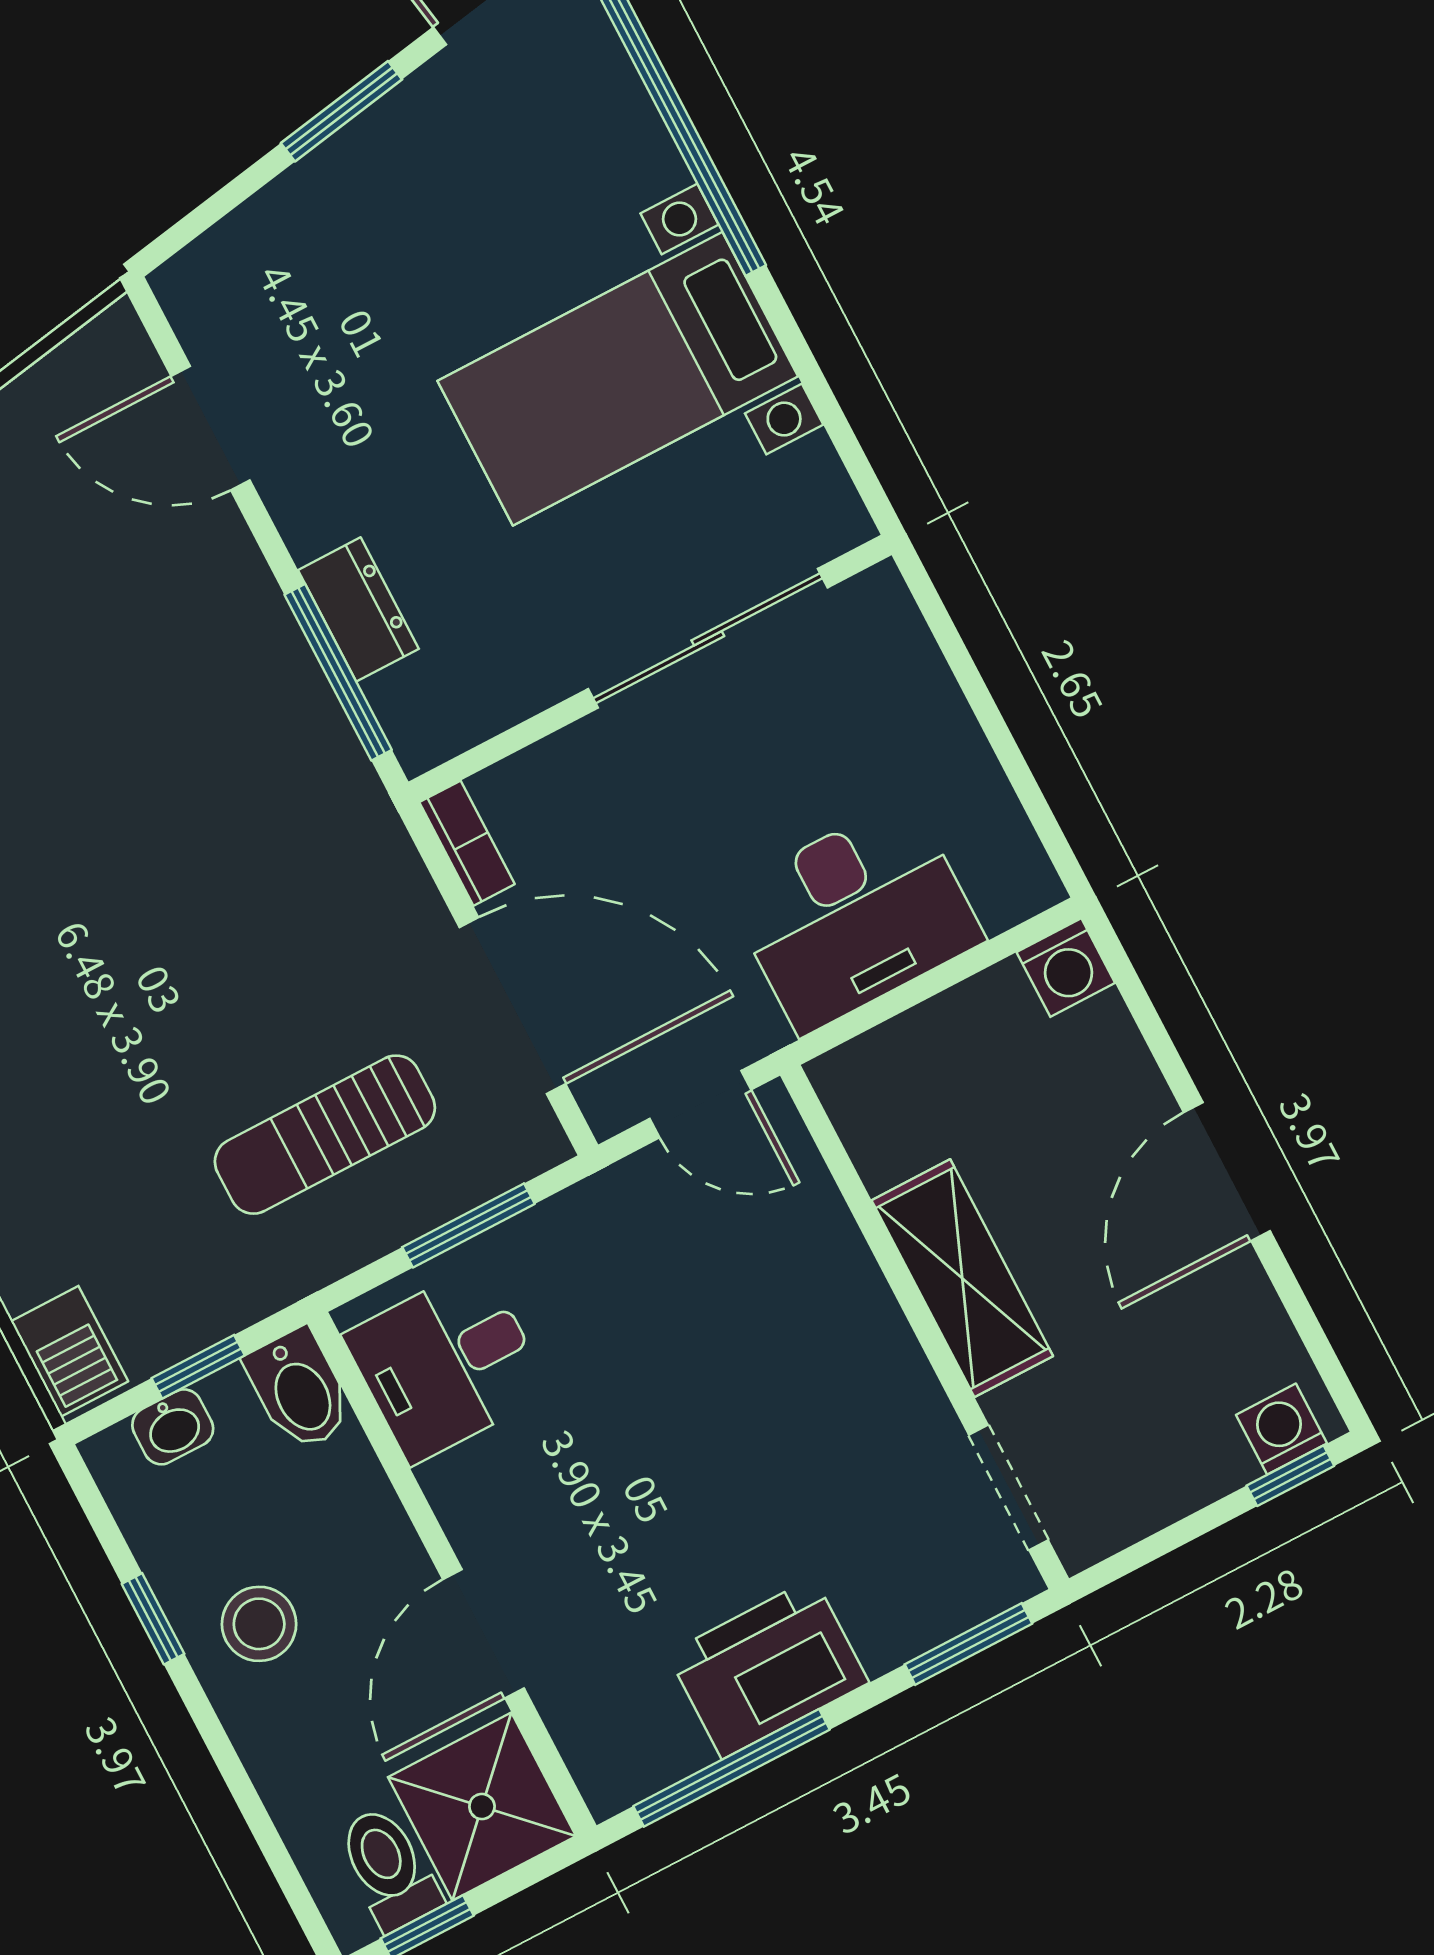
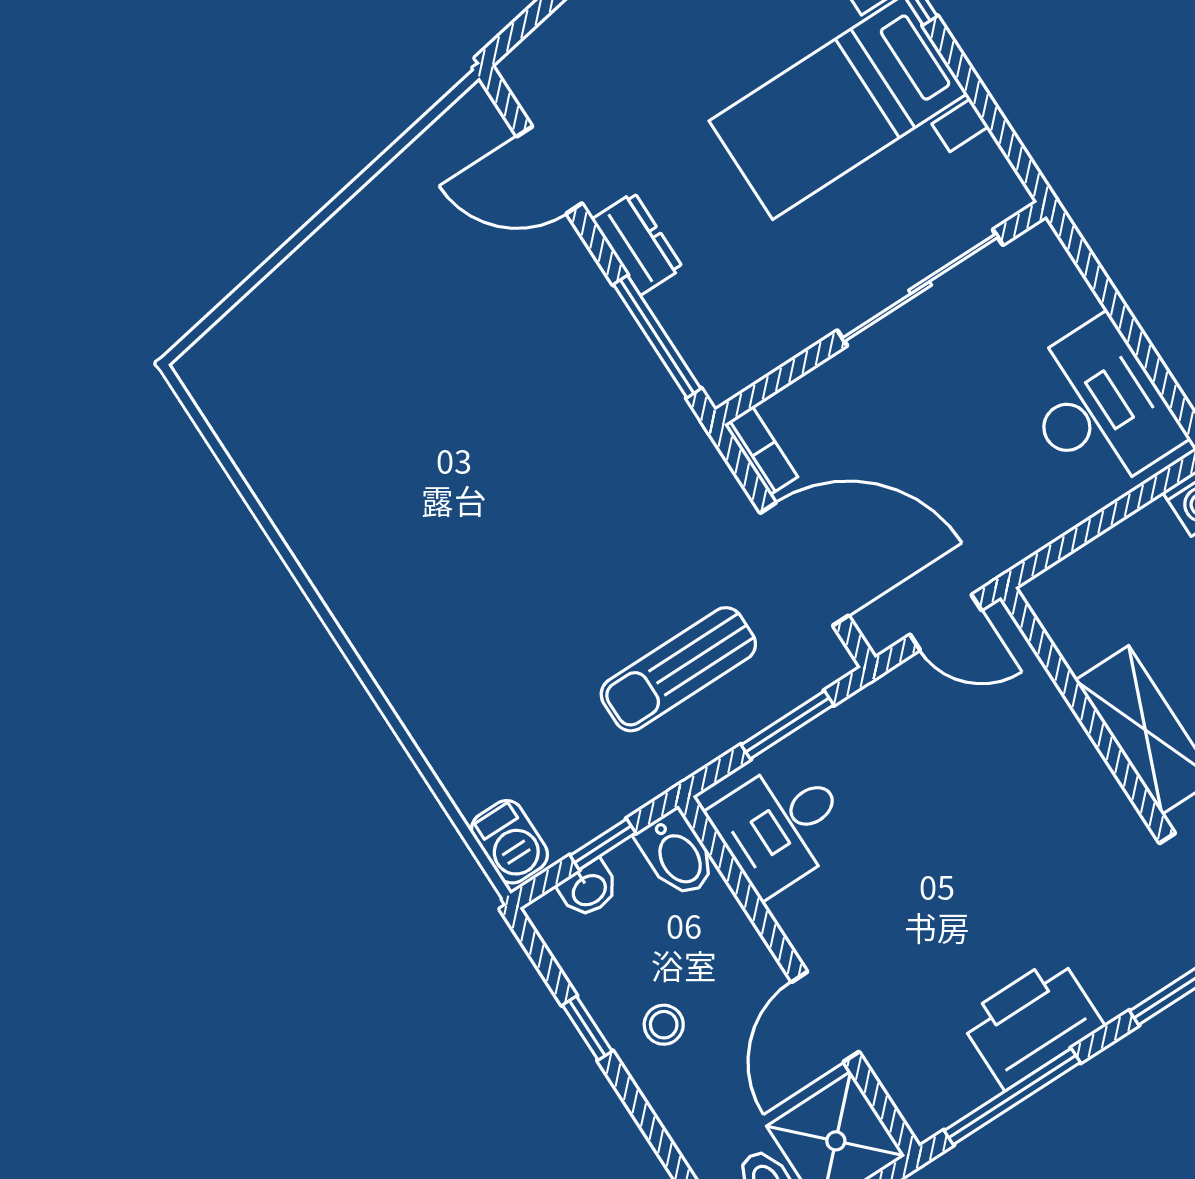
dresser: (358, 609) -> (637, 244), moved
desk: (855, 916) -> (1098, 407), moved, turned -90
stool: (259, 1624) -> (664, 1025), width x0.73, depth x0.73

